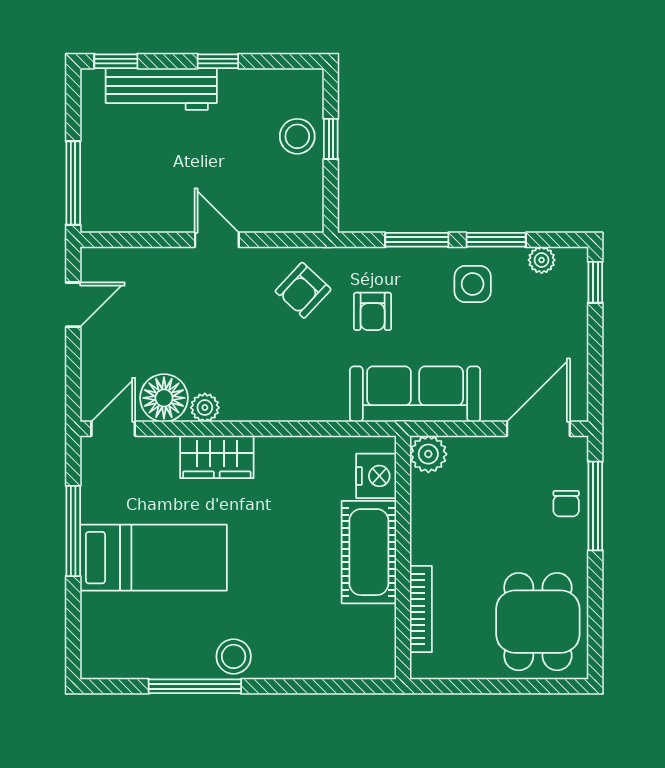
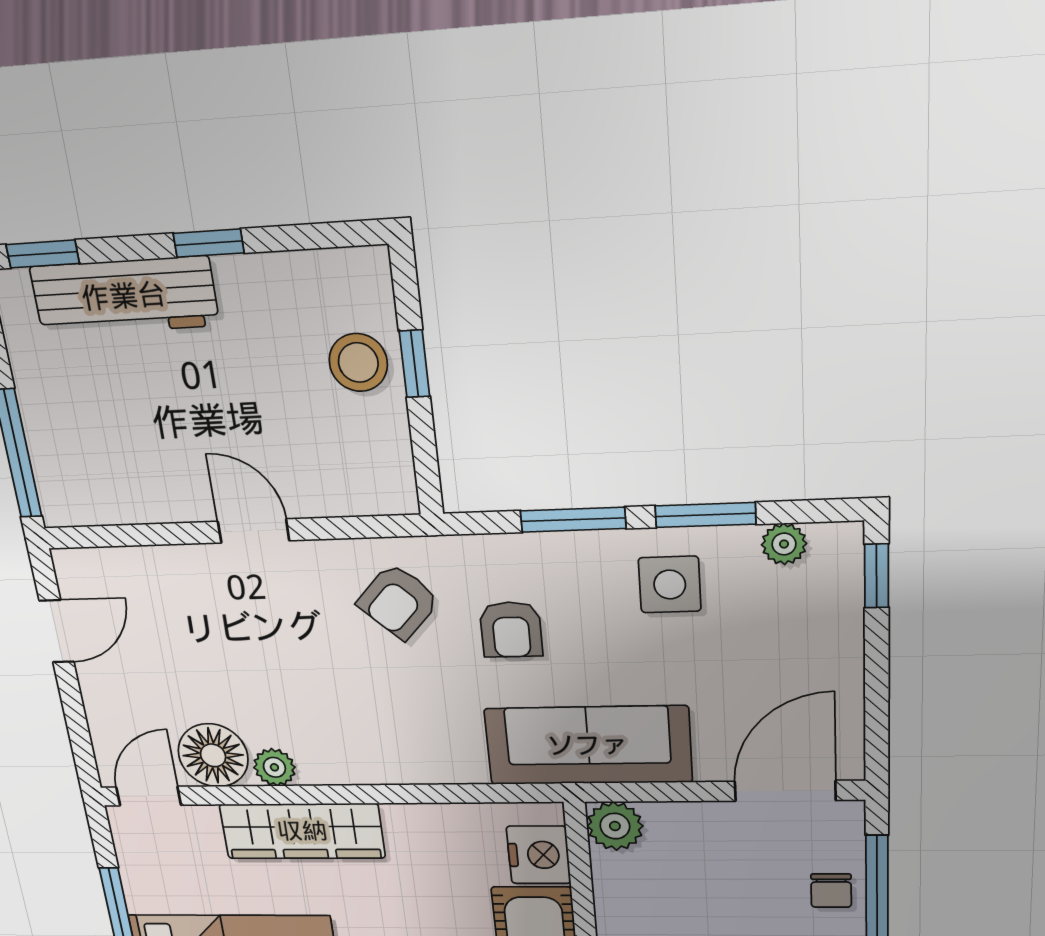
wardrobe: (217, 457) -> (302, 831), width x1.50

